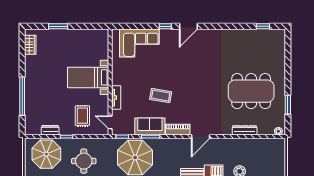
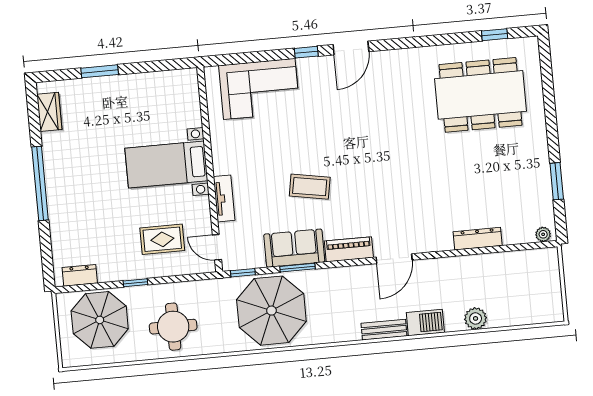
dining table: (251, 91) -> (481, 95), moved
window: (22, 96) -> (40, 183), moved
rug: (82, 116) -> (162, 239), turned 90
dresser: (50, 130) -> (80, 275), moved

